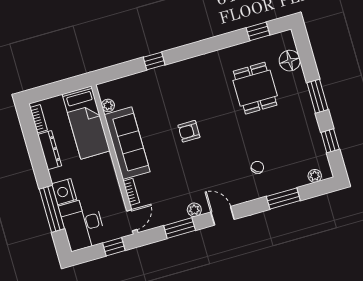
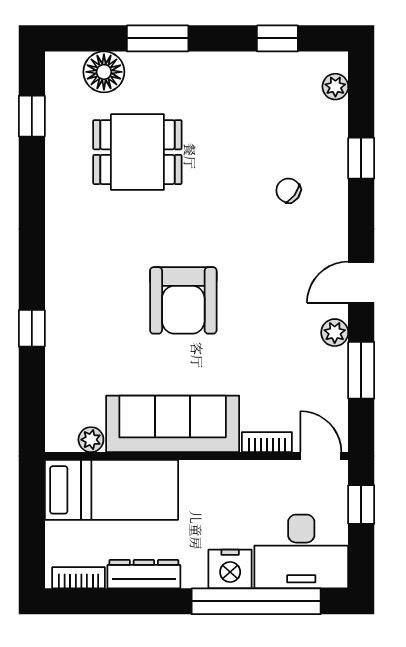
window: (318, 96) -> (158, 38), moved
armchair: (189, 131) -> (183, 300), width x1.88, depth x1.88
window: (283, 198) -> (361, 158), width x0.67
window: (52, 209) -> (256, 601), width x1.46

